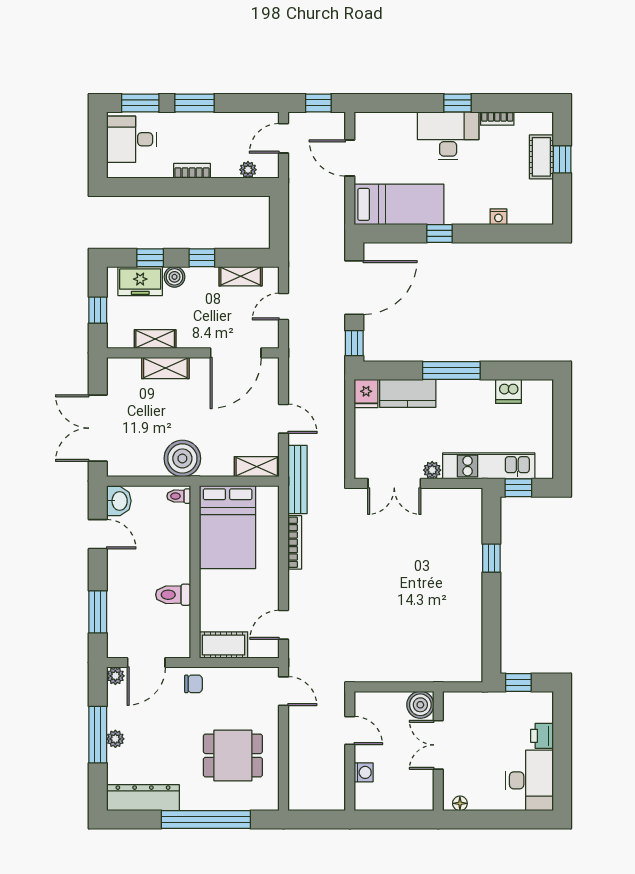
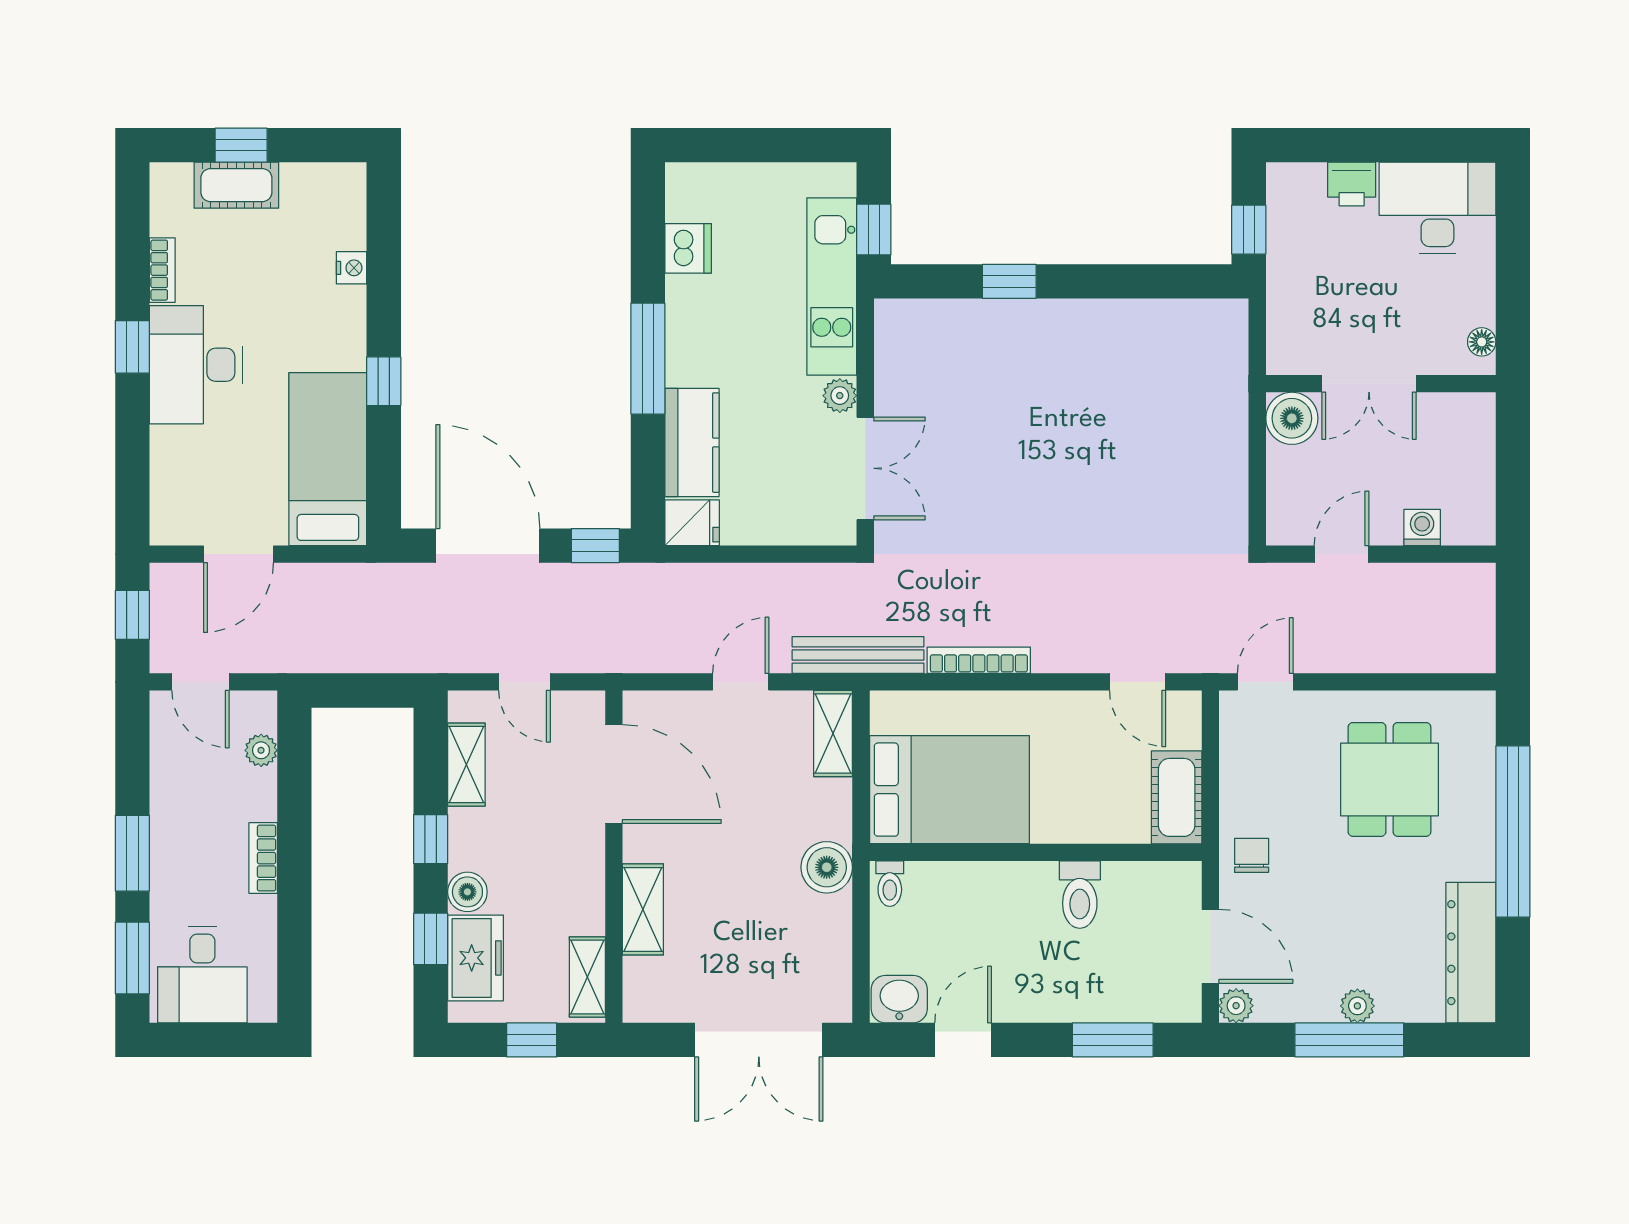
shelving: (155, 339) -> (587, 977), moved
boiler: (182, 458) -> (827, 867), width x0.73, depth x0.73

